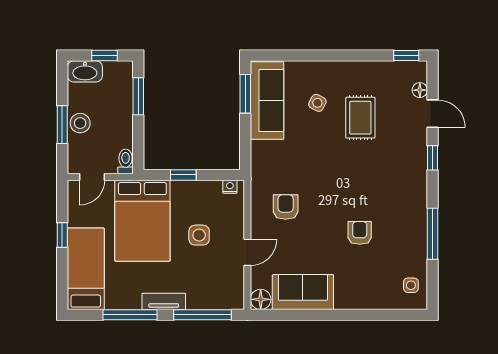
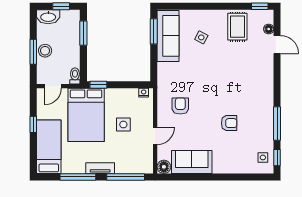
rug: (360, 118) -> (237, 27), moved
window: (432, 158) -> (277, 158), moved
window: (183, 175) -> (98, 85), moved
armchair: (360, 233) -> (229, 123), turned 90

